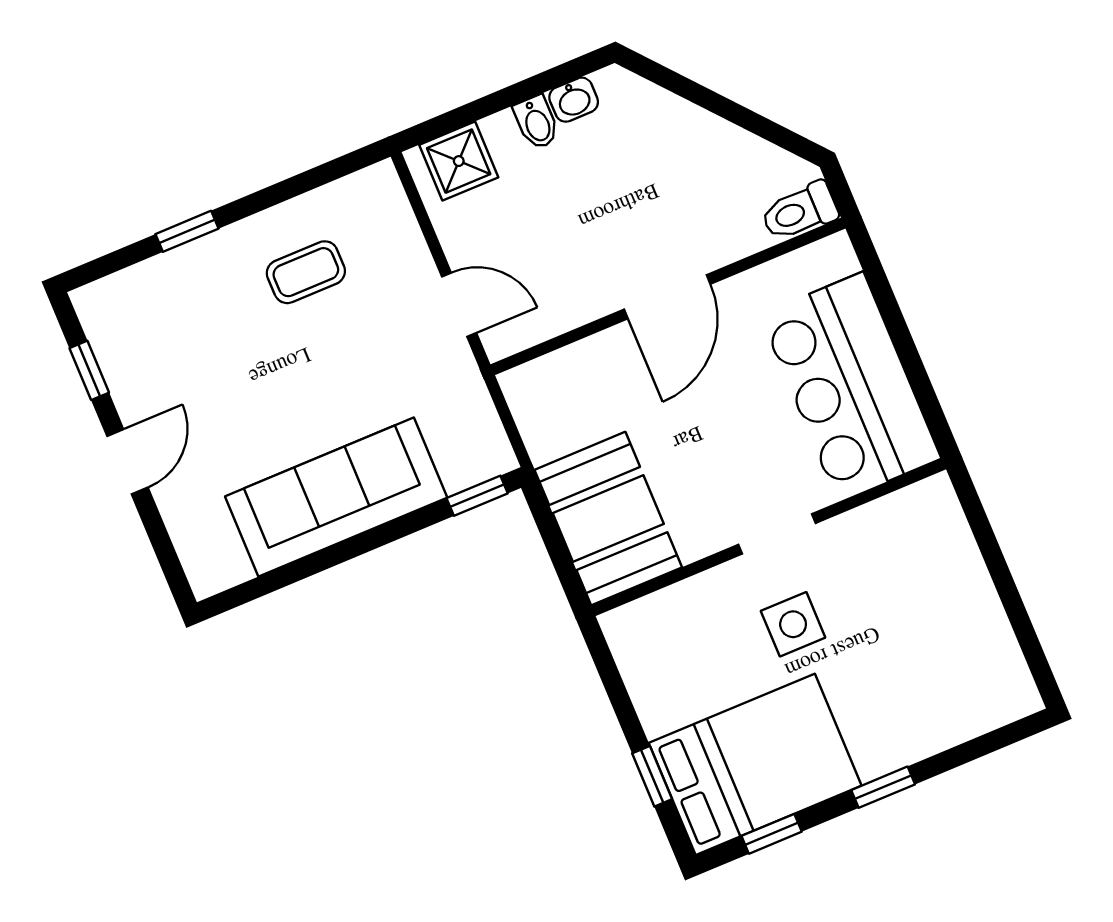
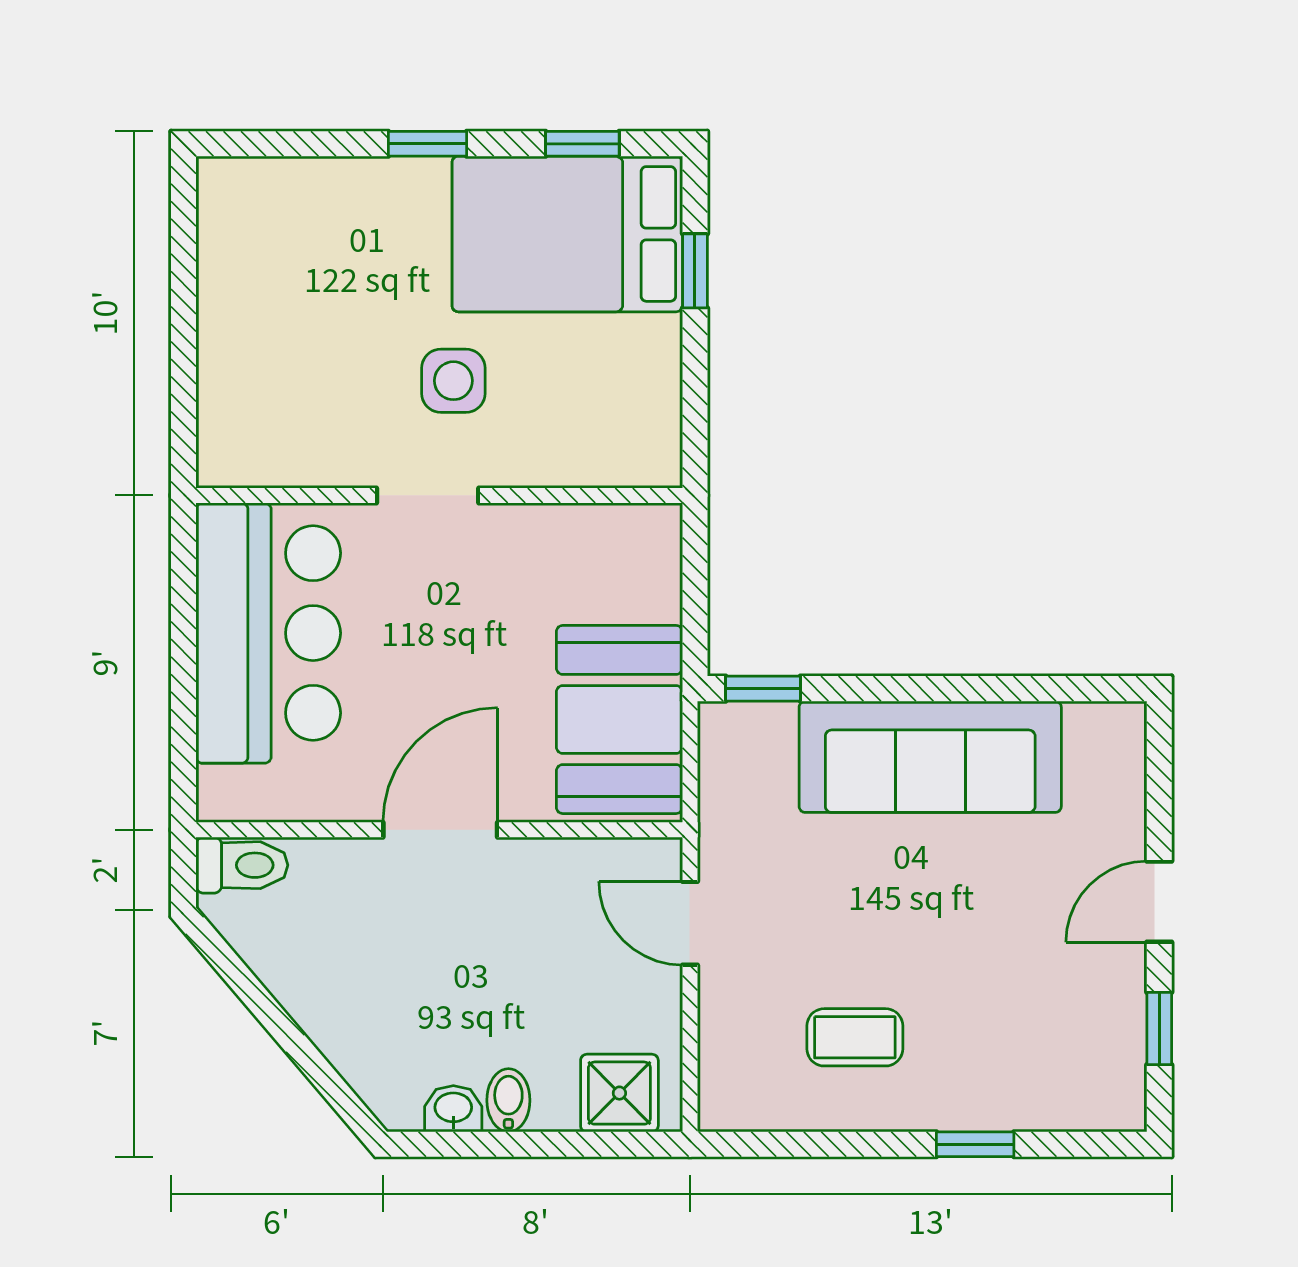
booth: (608, 519) -> (619, 719), moved

